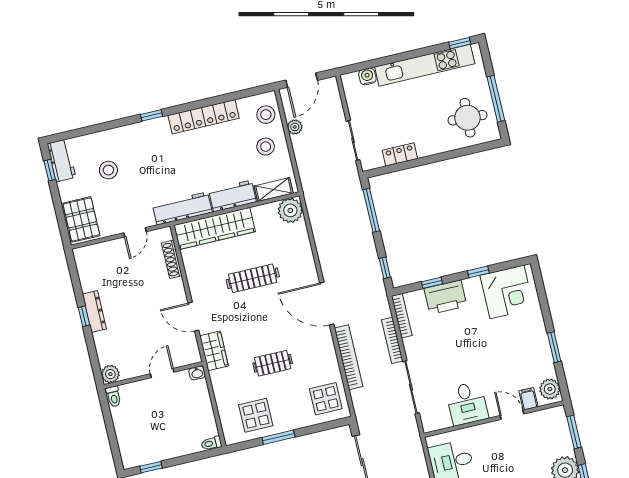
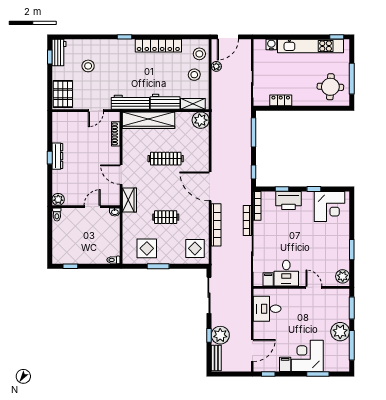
filing cabinet: (528, 399) -> (268, 279), moved

